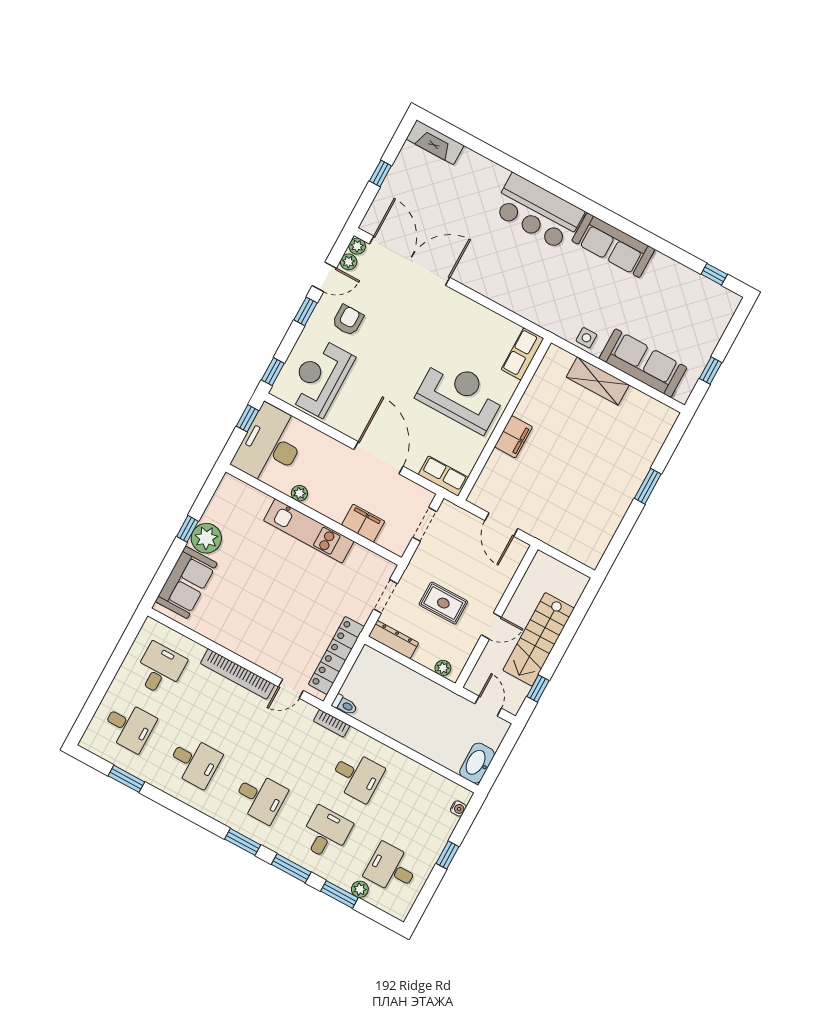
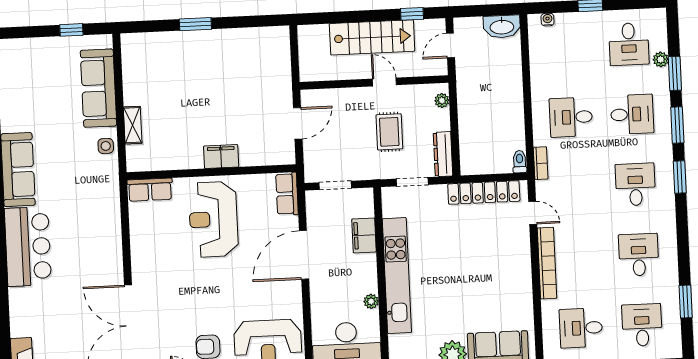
shelving: (598, 381) -> (133, 125), width x0.67, depth x0.75
kitchen unit: (309, 531) -> (397, 276), width x1.36
desk: (357, 776) -> (571, 117), turned -90
desk: (326, 833) -> (632, 114), turned 180

